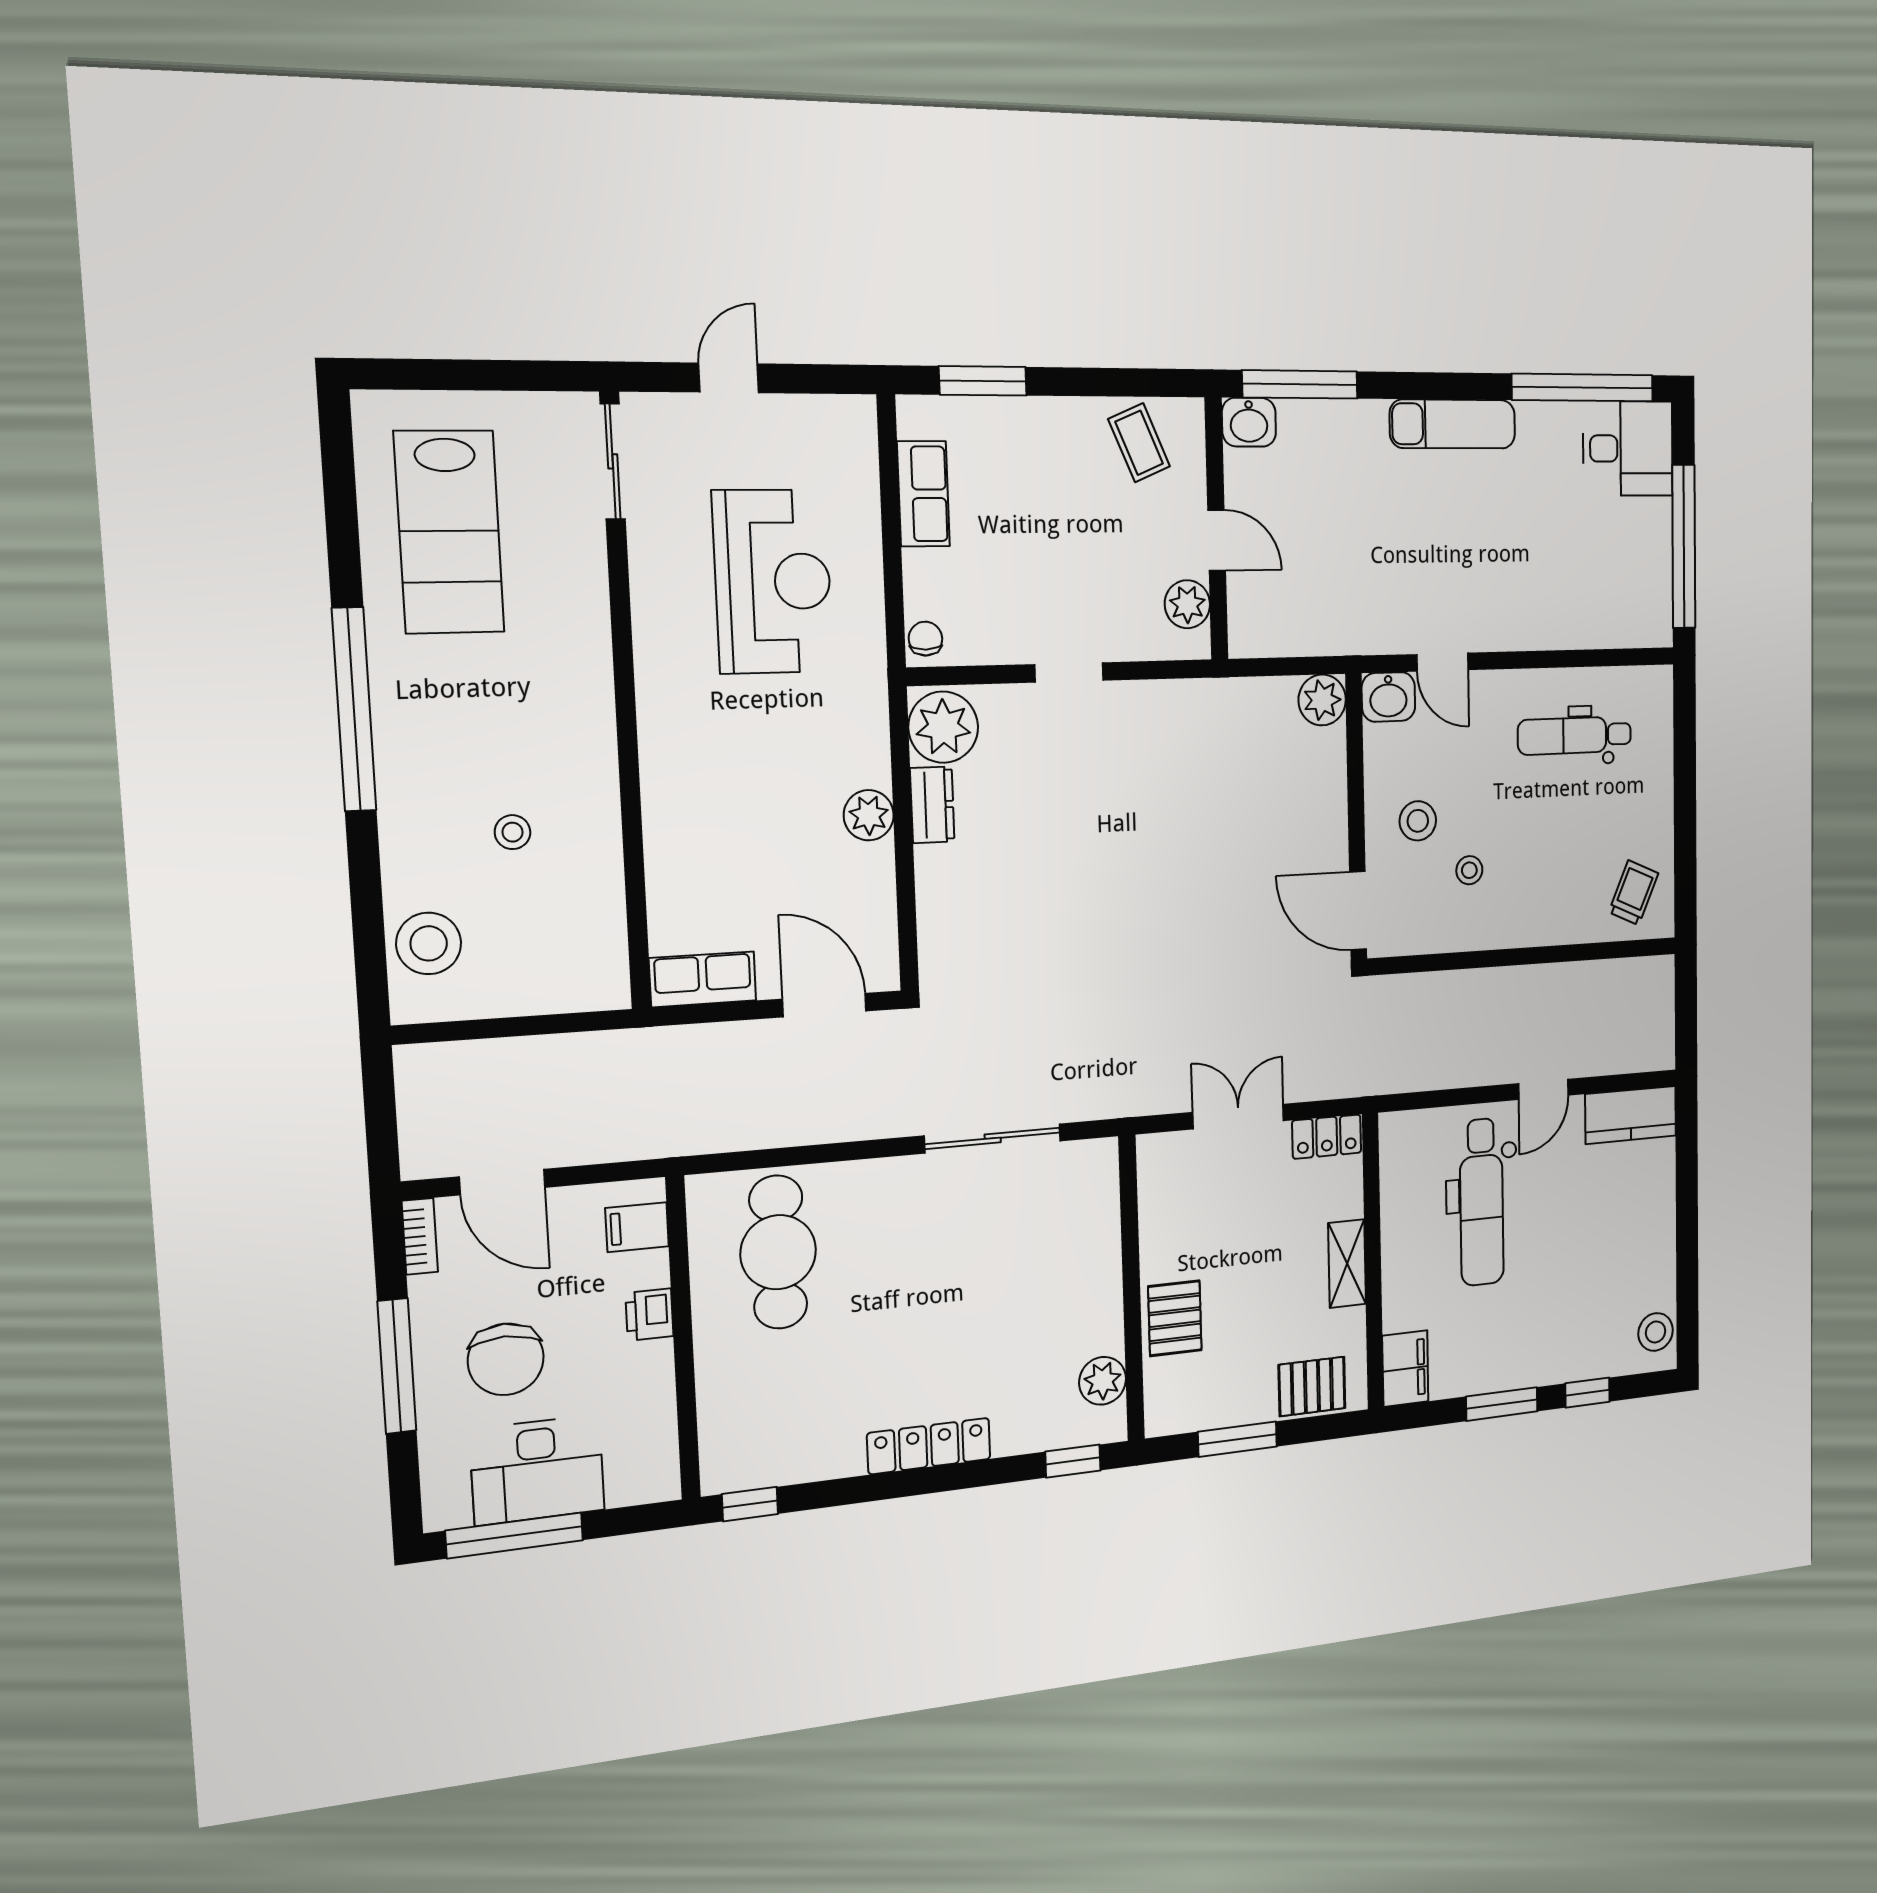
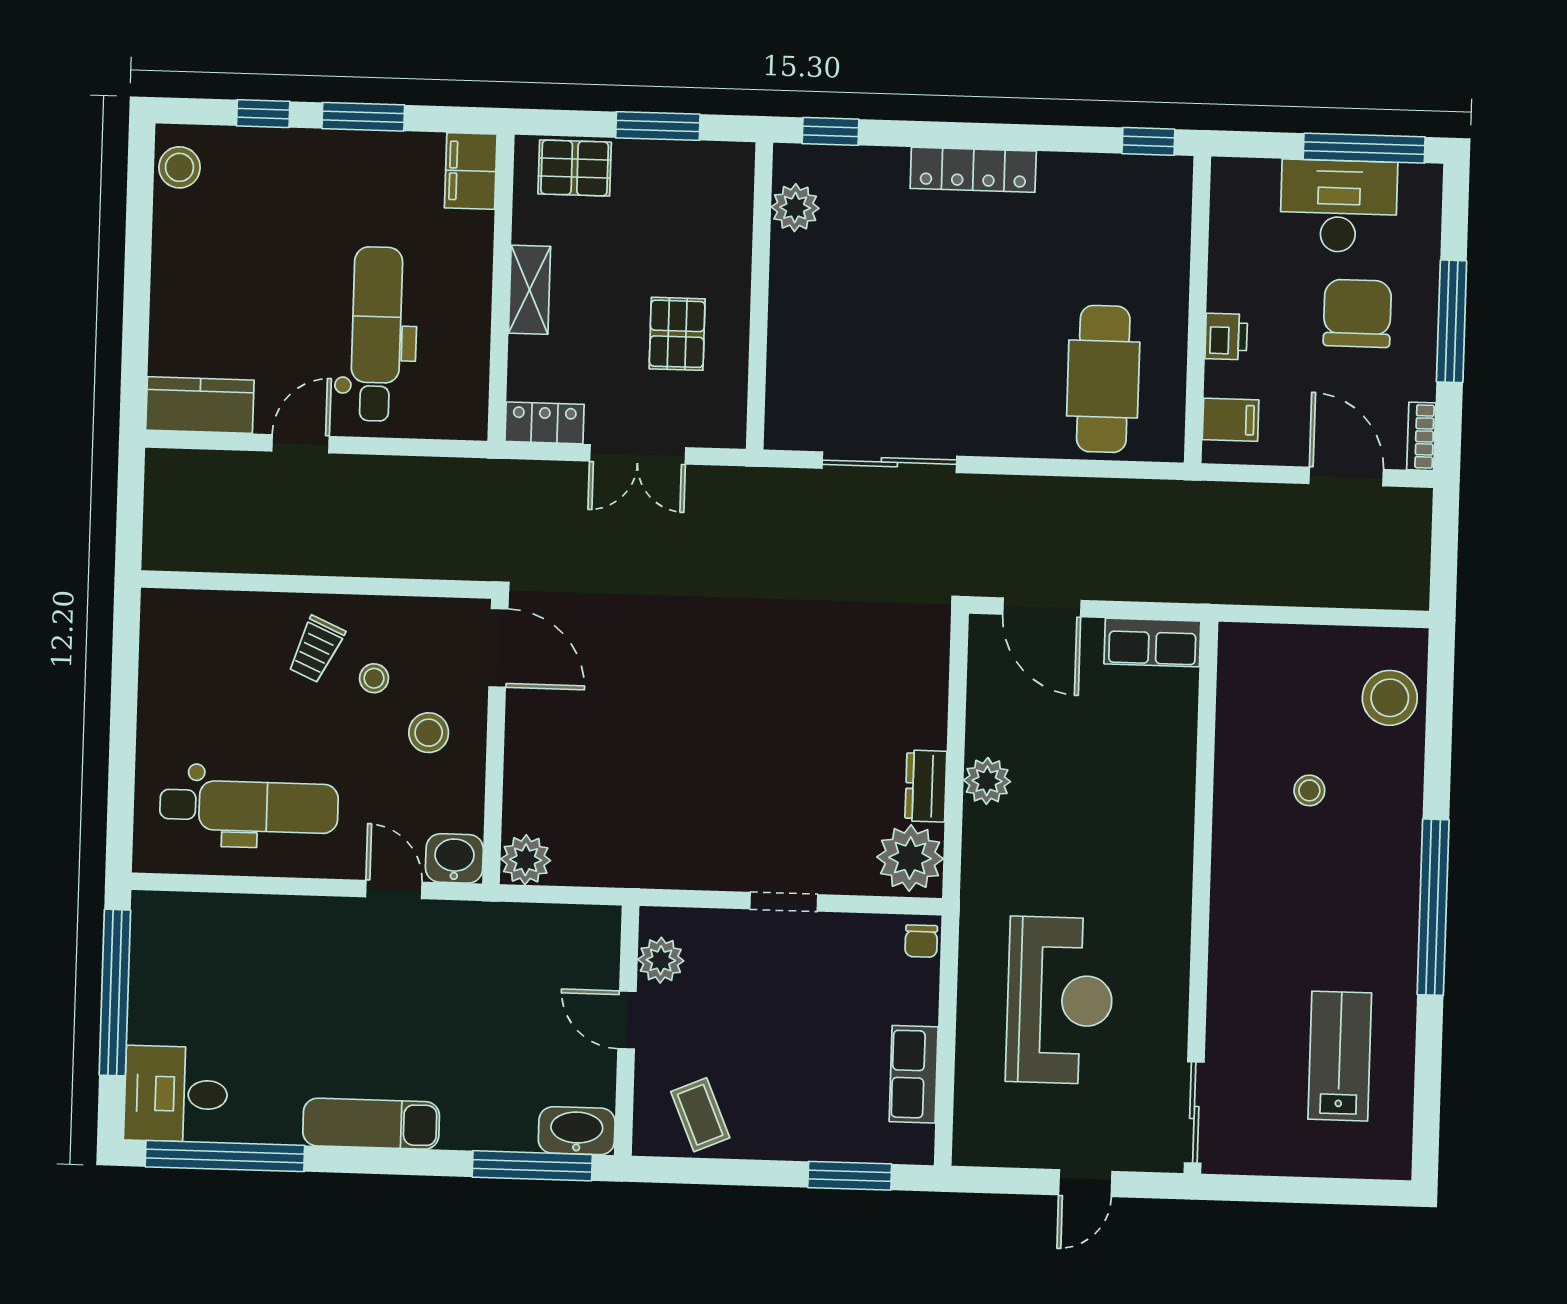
washbasin: (1249, 422) -> (577, 1131), width x1.38
lab bench: (449, 532) -> (1340, 1056), width x0.73, depth x0.72
reception desk: (773, 582) -> (1060, 1000), turned 180
dental chair: (1575, 735) -> (249, 807), width x1.36, depth x1.38
trolley: (1634, 893) -> (316, 649), moved
pallet: (1175, 1318) -> (677, 334), moved

